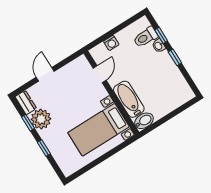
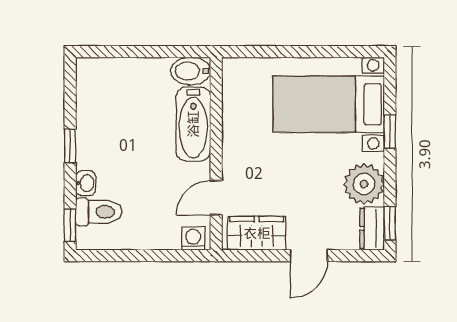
window: (161, 35) -> (70, 225), moved
washing machine: (111, 43) -> (193, 239), moved
wardrobe: (73, 70) -> (257, 233), added
window: (28, 123) -> (390, 223), moved
bed with nightstands: (99, 130) -> (329, 104), moved, turned 180

